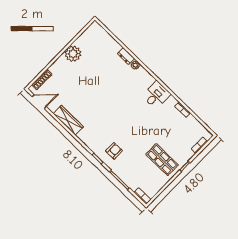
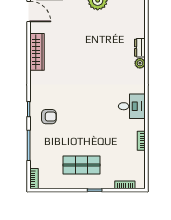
shop shelf: (162, 160) -> (81, 165), turned 90

